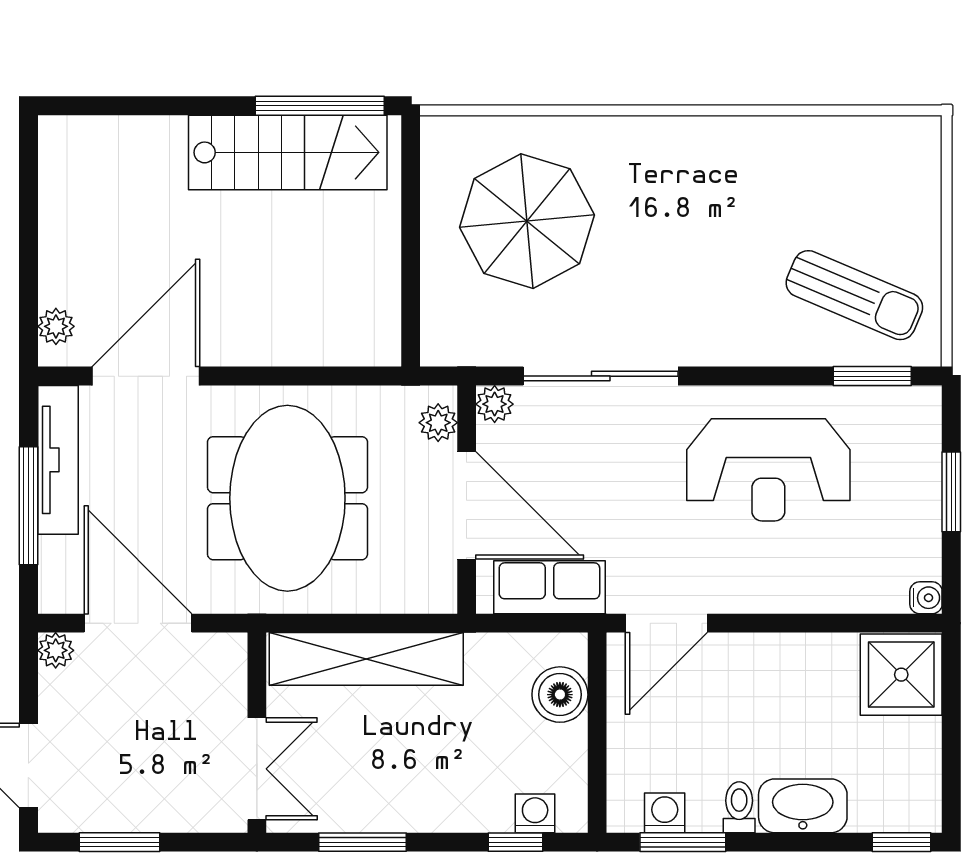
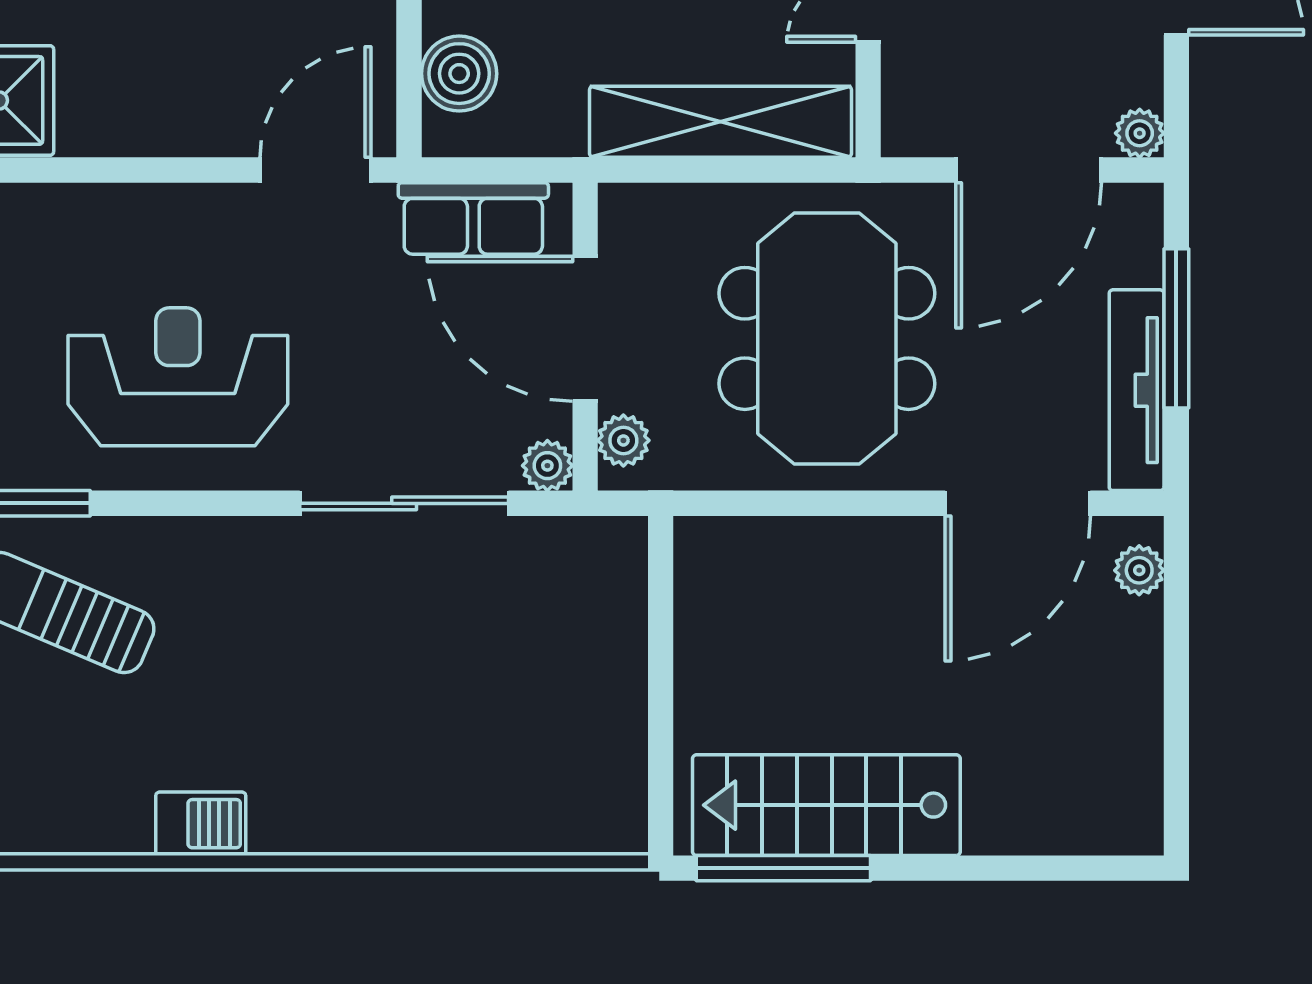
barbecue: (751, 139) -> (201, 824), added
parasol: (527, 221) -> (504, 712), removed
door: (138, 623) -> (1029, 170), hinge flipped

